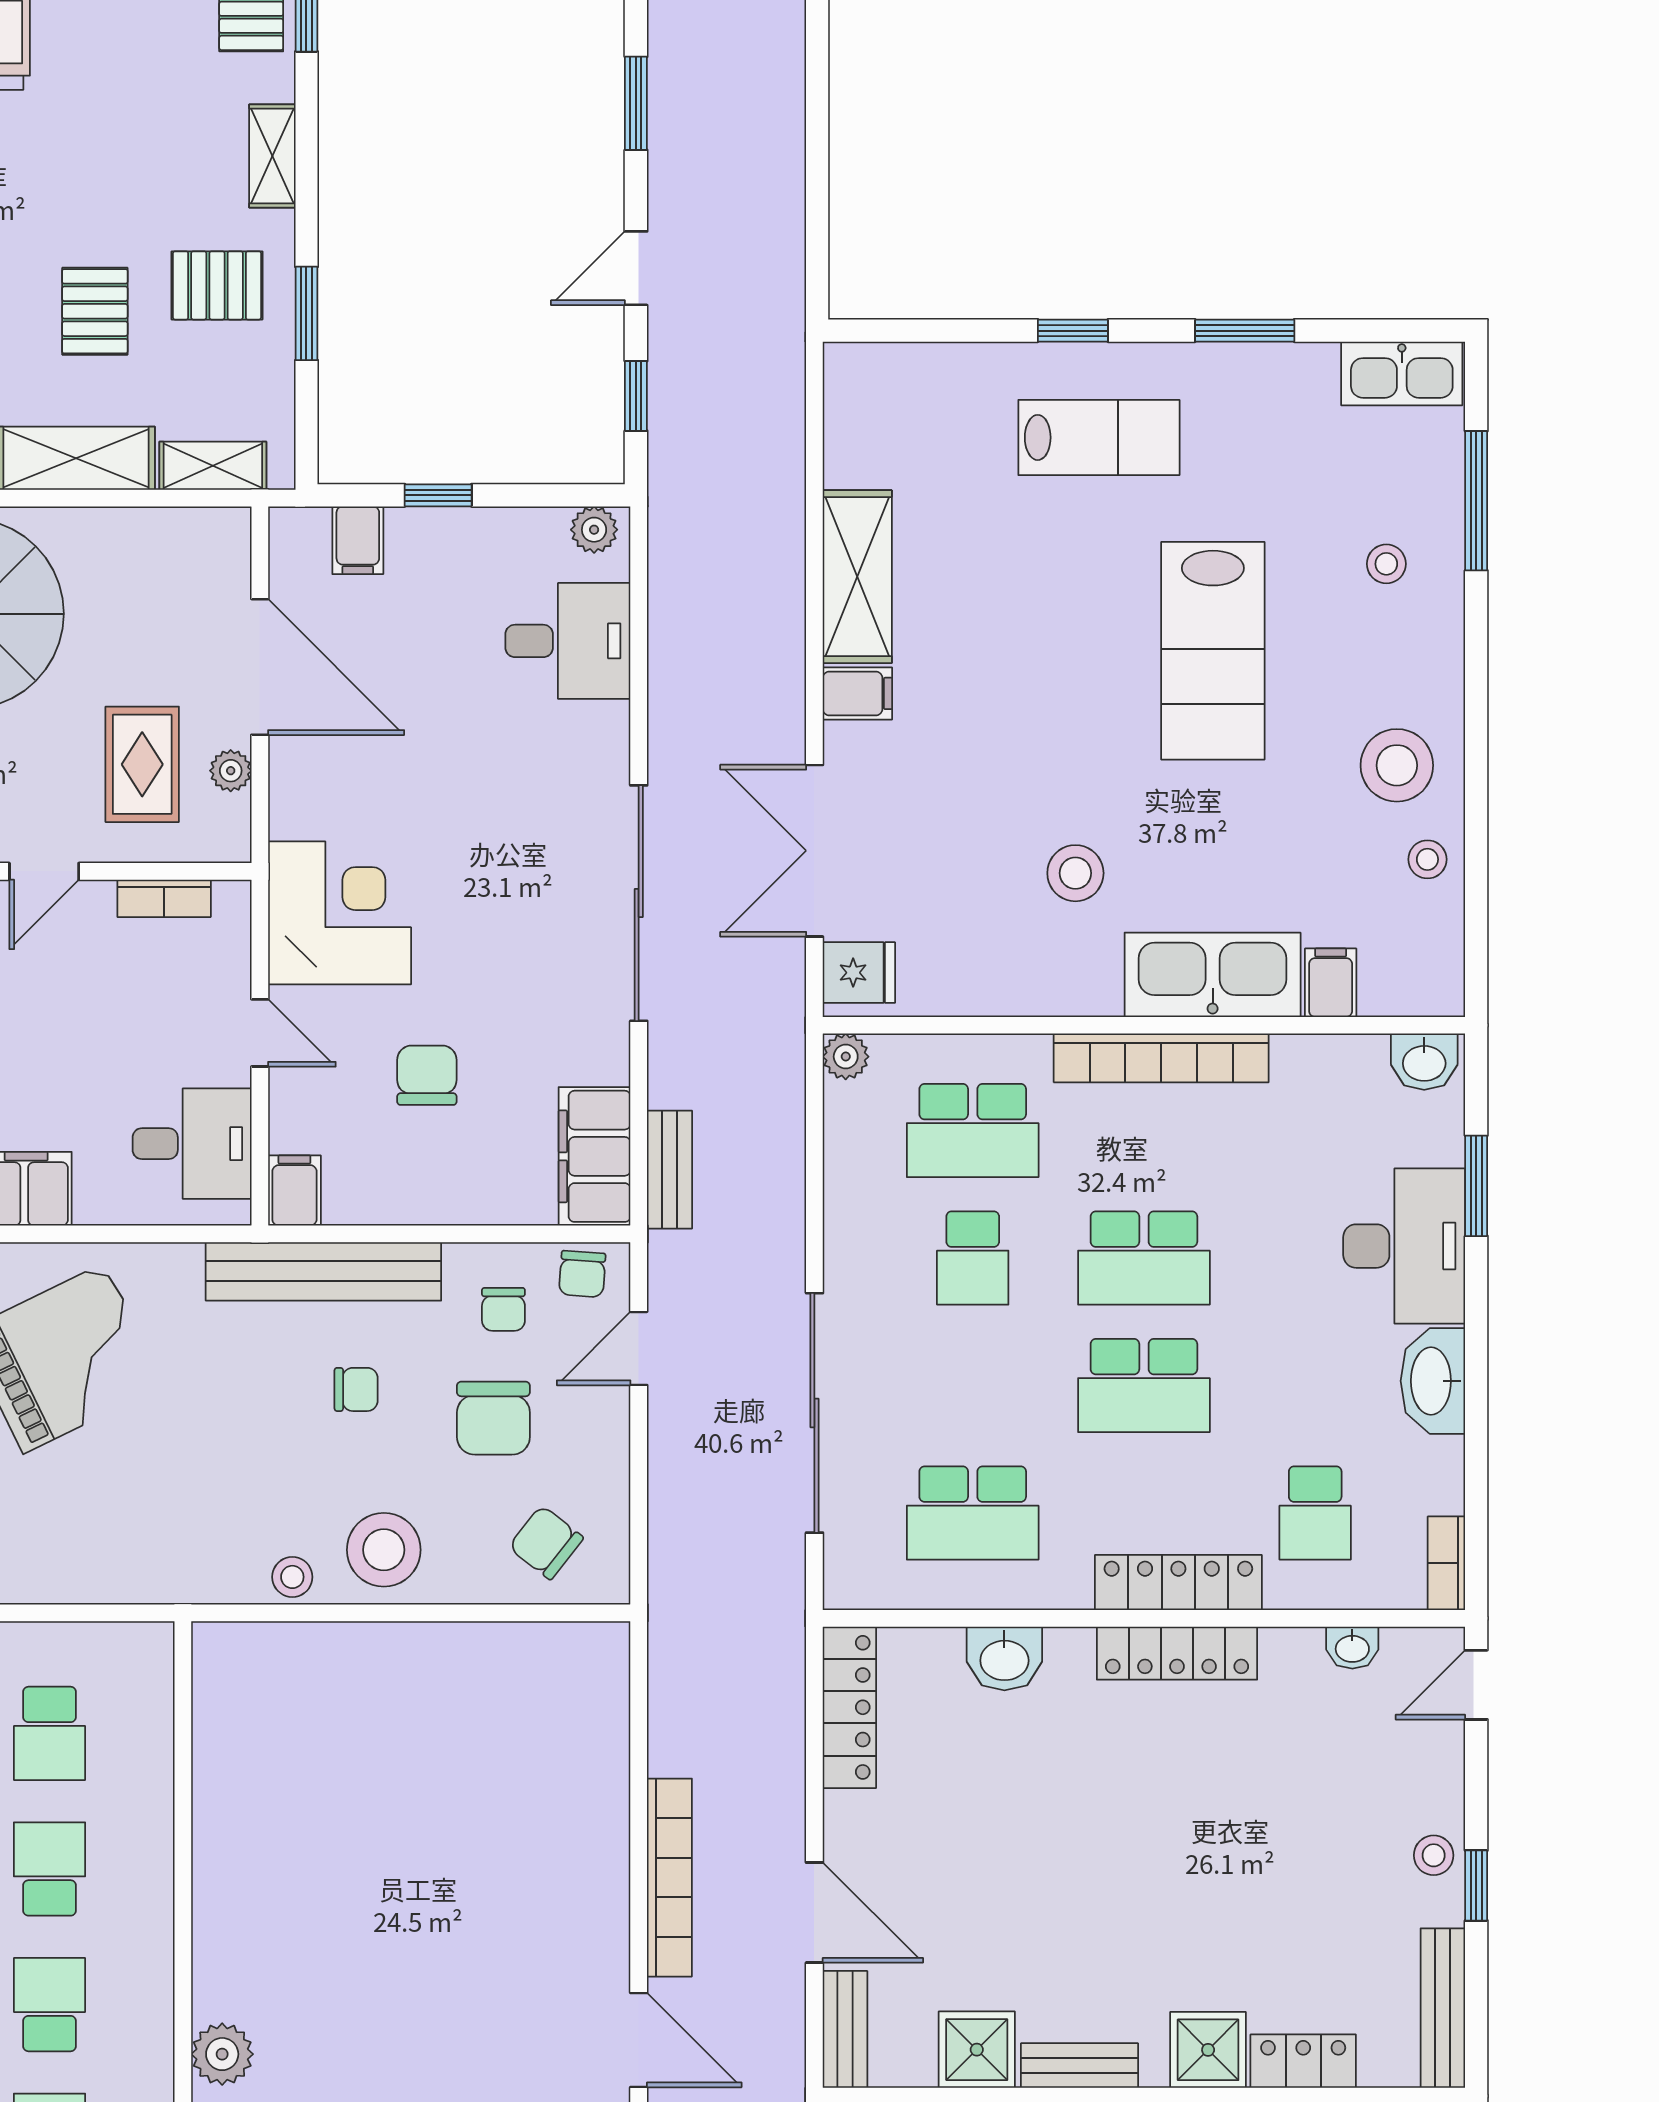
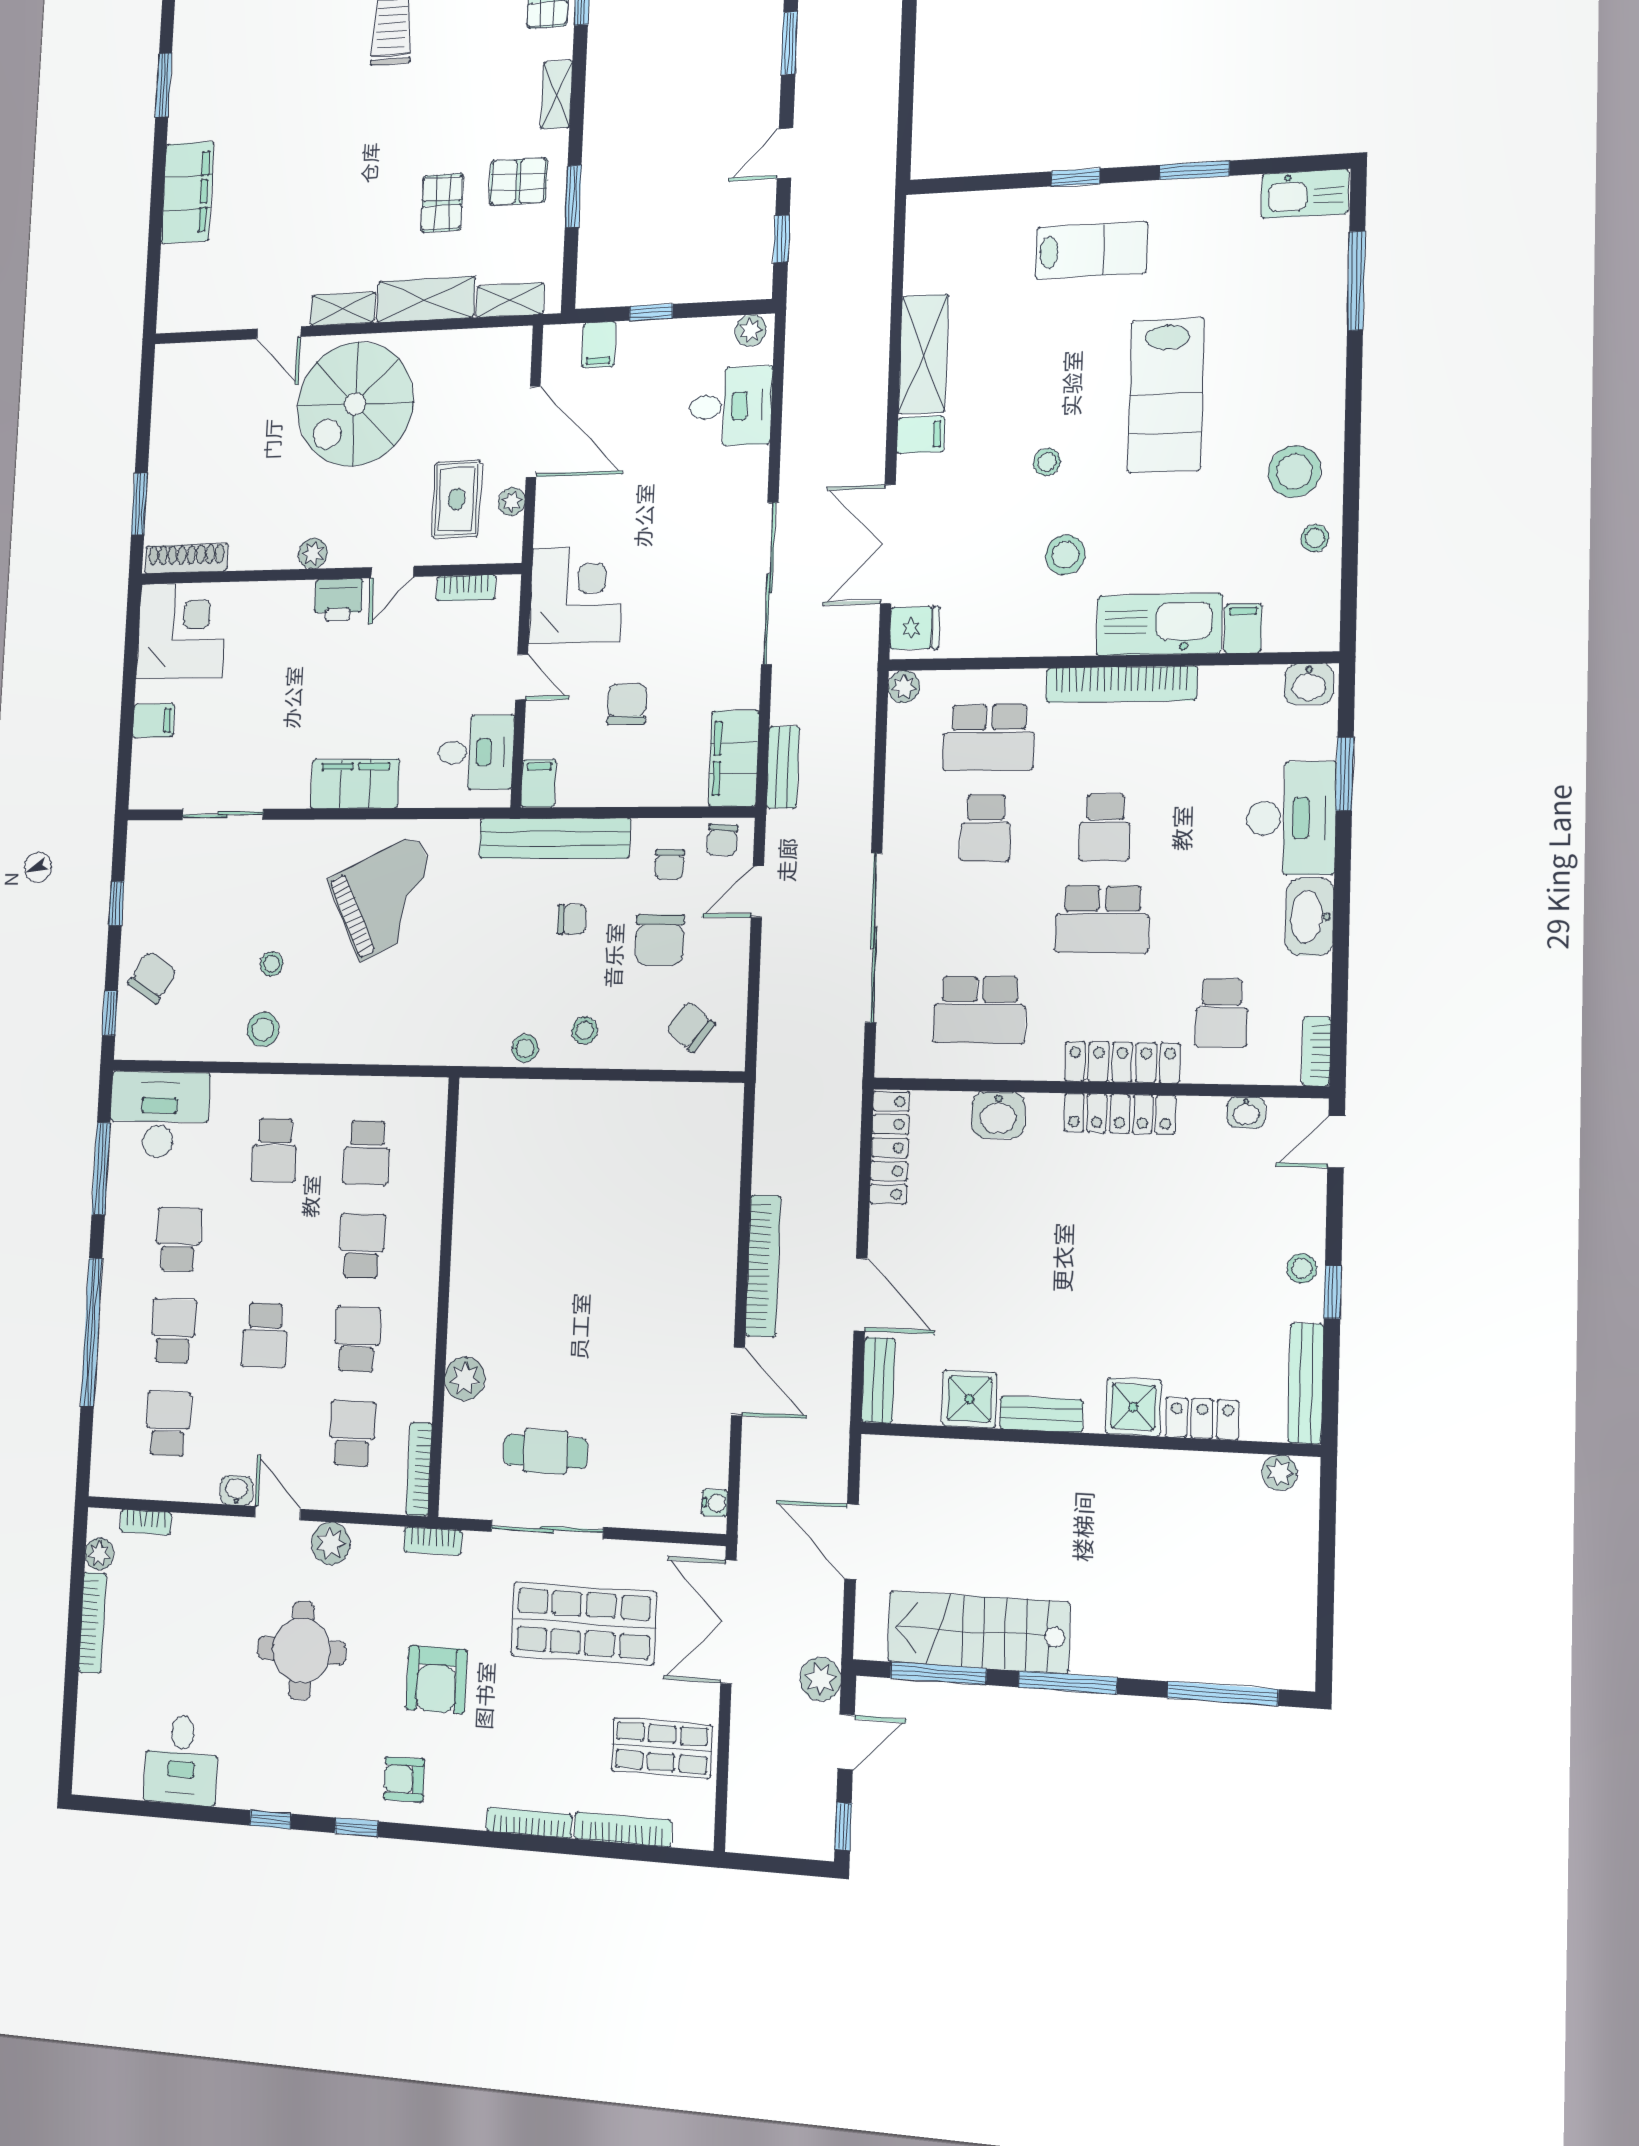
stool: (1386, 564) -> (1047, 462), moved
school desk: (1144, 1258) -> (1105, 827), width x0.54
stool: (384, 1550) -> (585, 1030), width x0.53, depth x0.53

